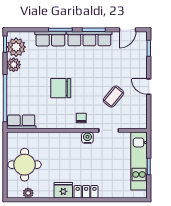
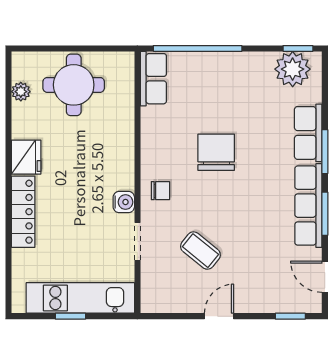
plant: (14, 65) -> (260, 64), removed
locker: (86, 192) -> (23, 212), width x1.53

